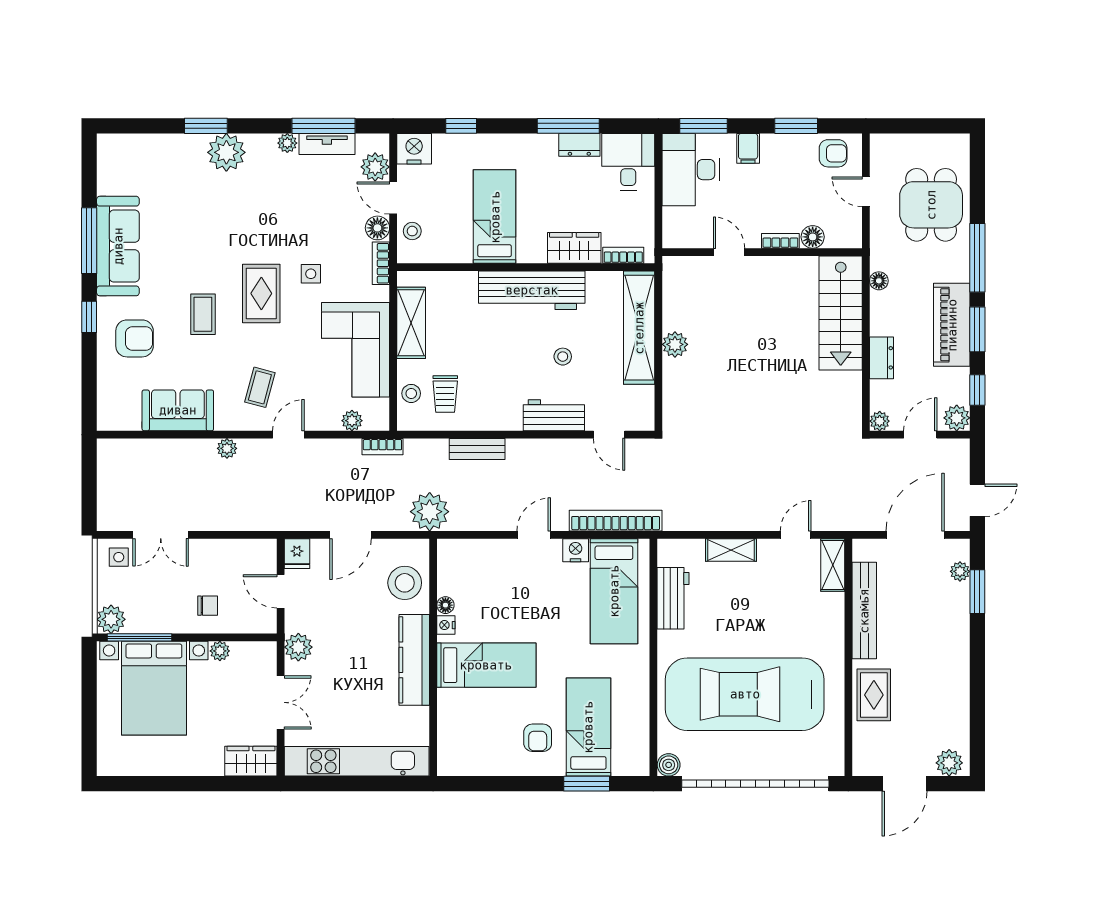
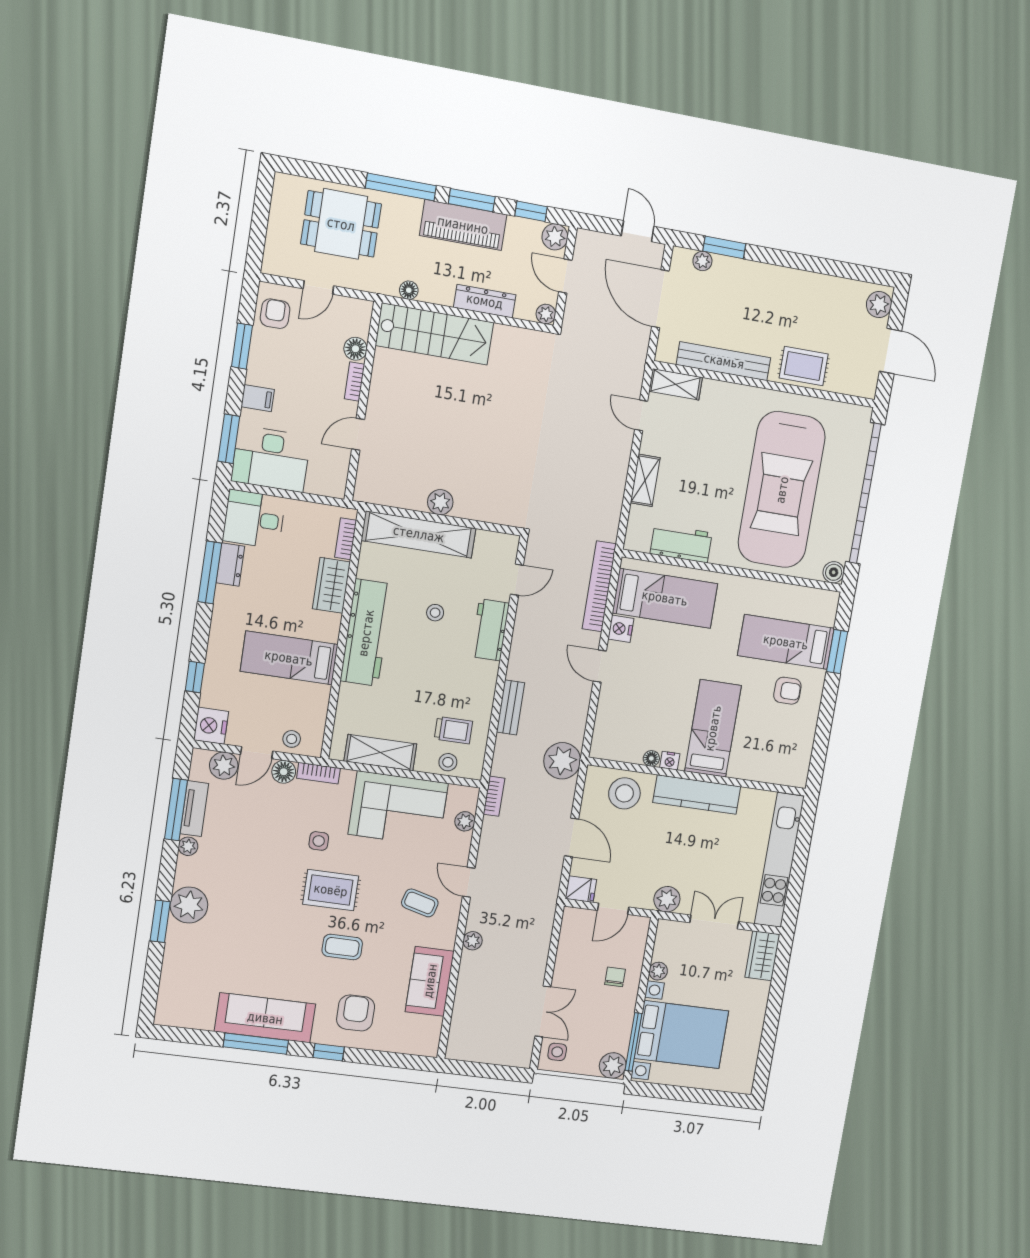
dresser: (882, 358) -> (485, 301), width x1.44

